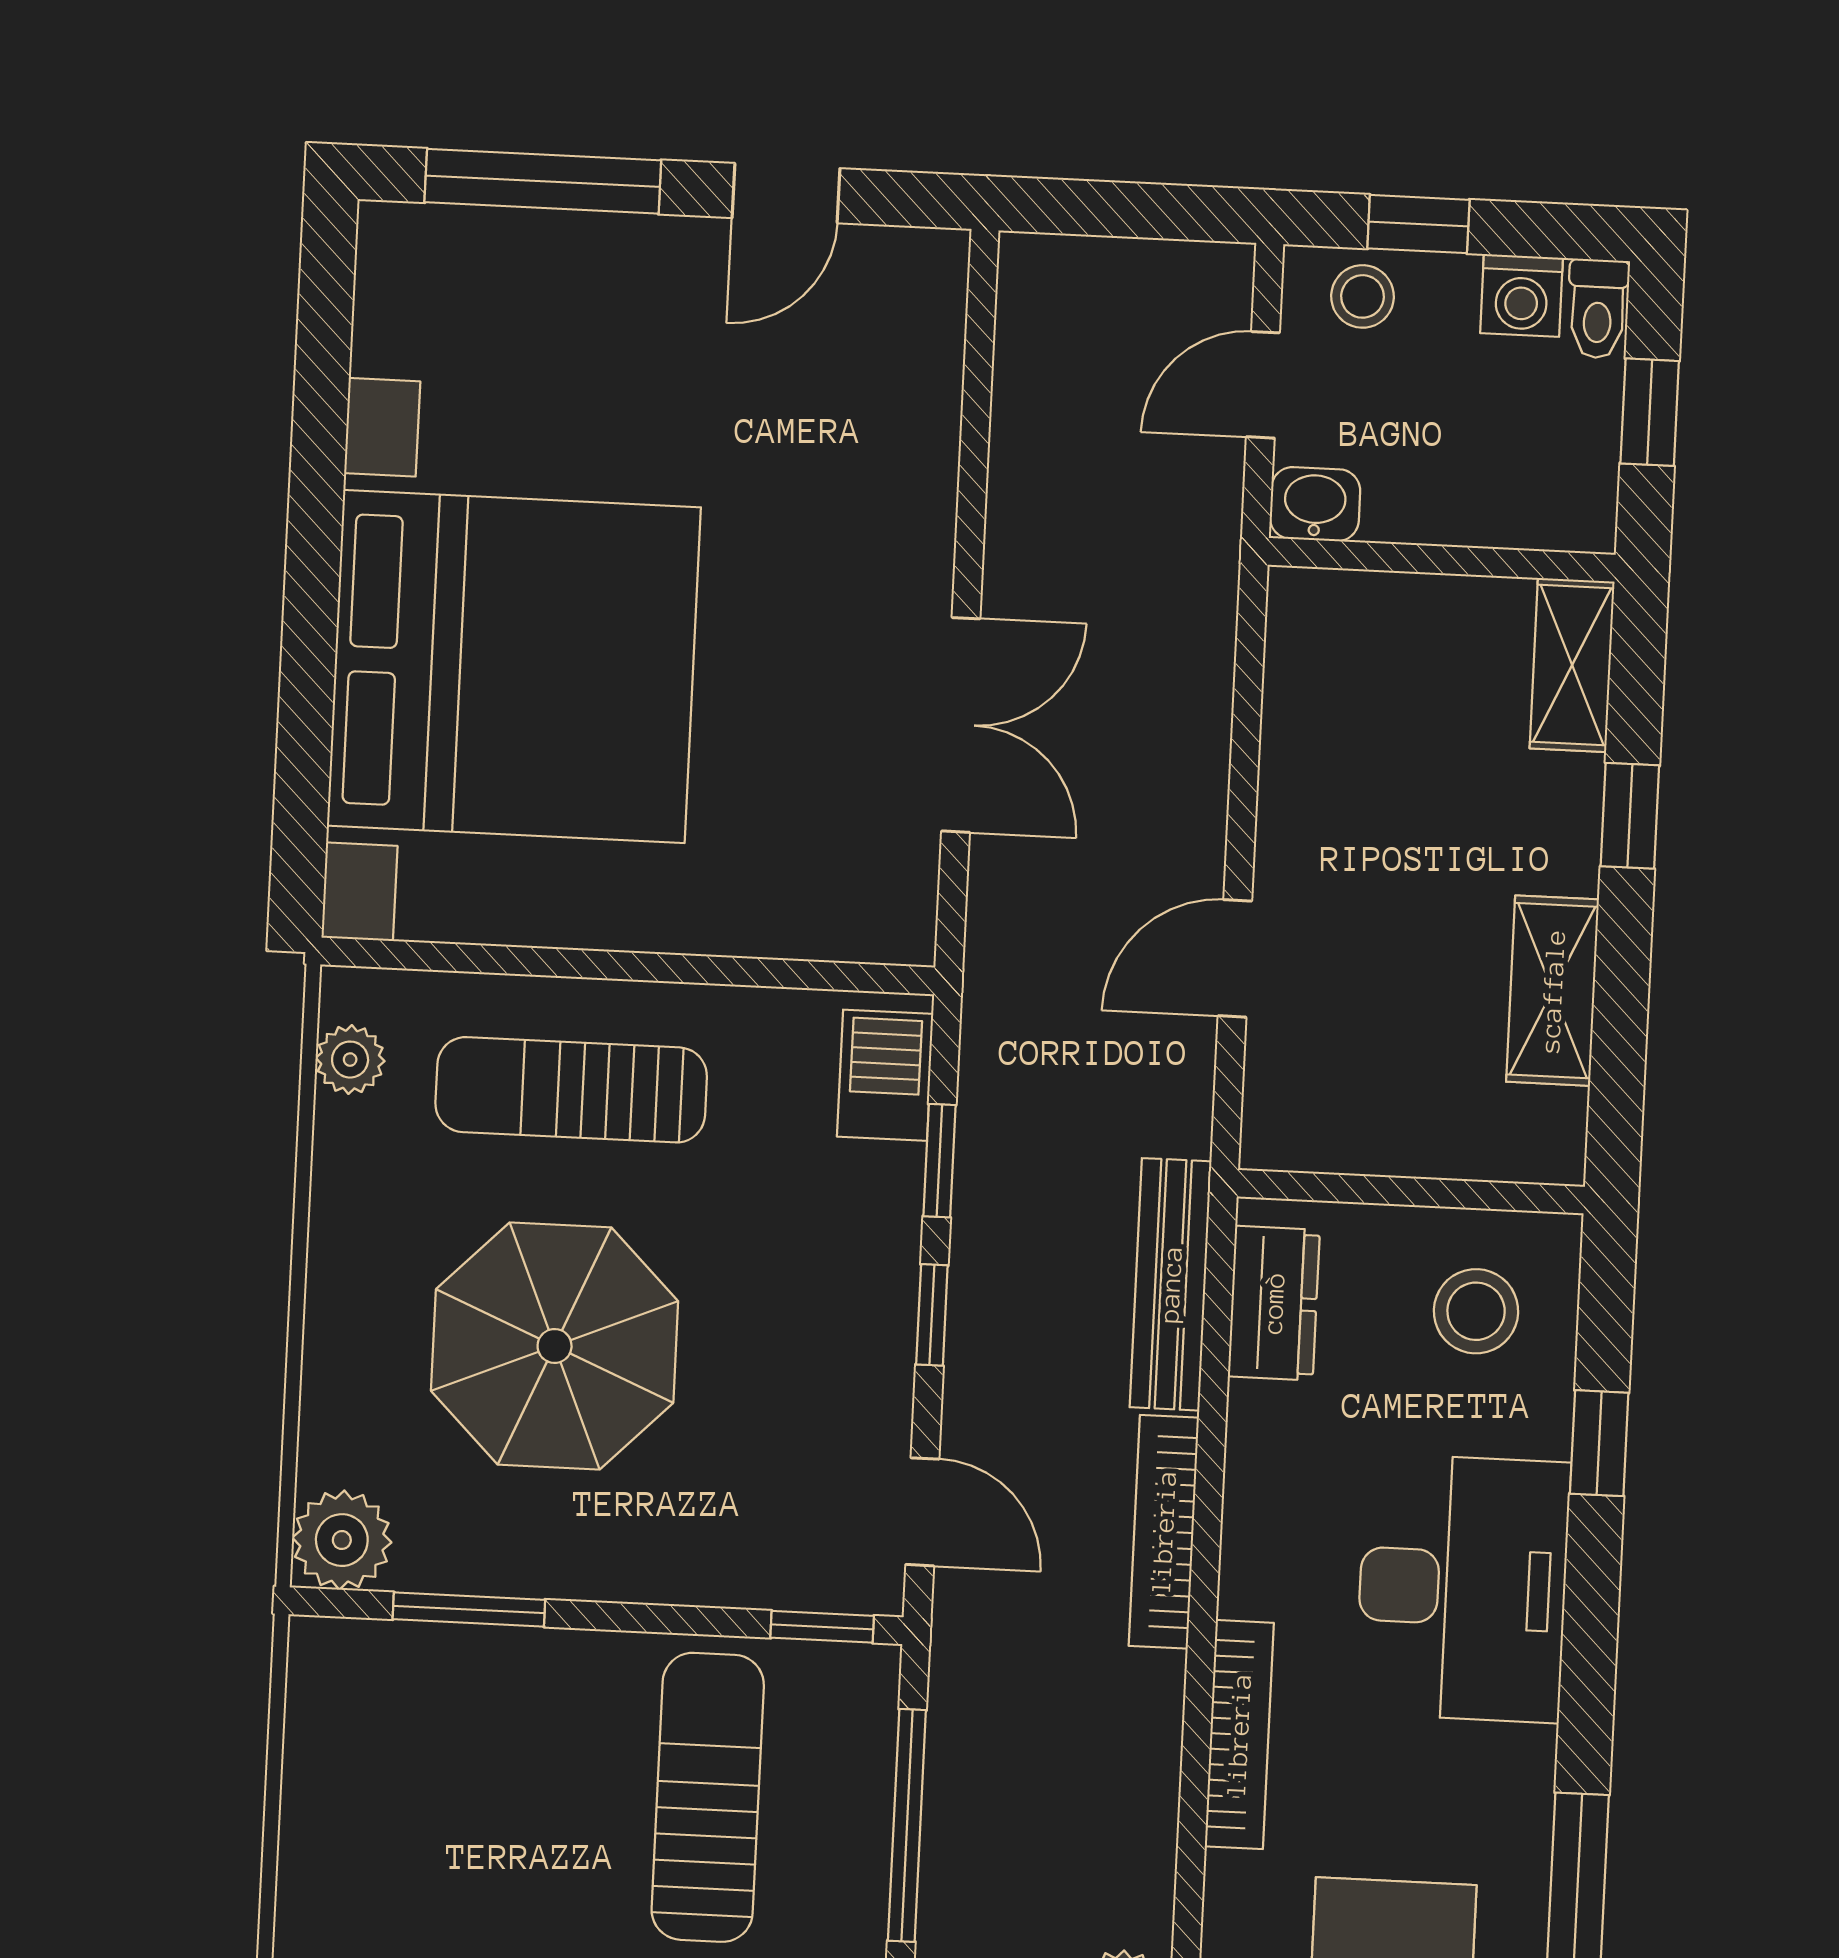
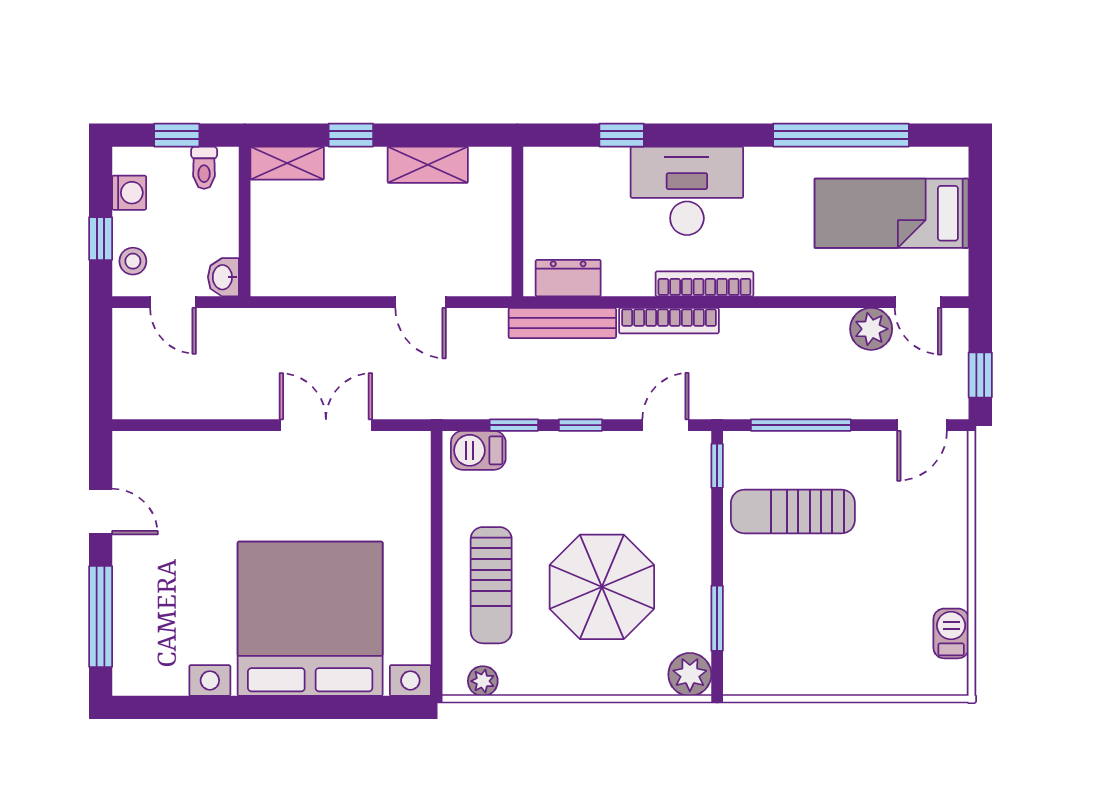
toilet: (1598, 309) -> (204, 168), moved, turned 90
stool: (1476, 1311) -> (567, 191), removed
bookcase: (1239, 1735) -> (704, 284), moved

